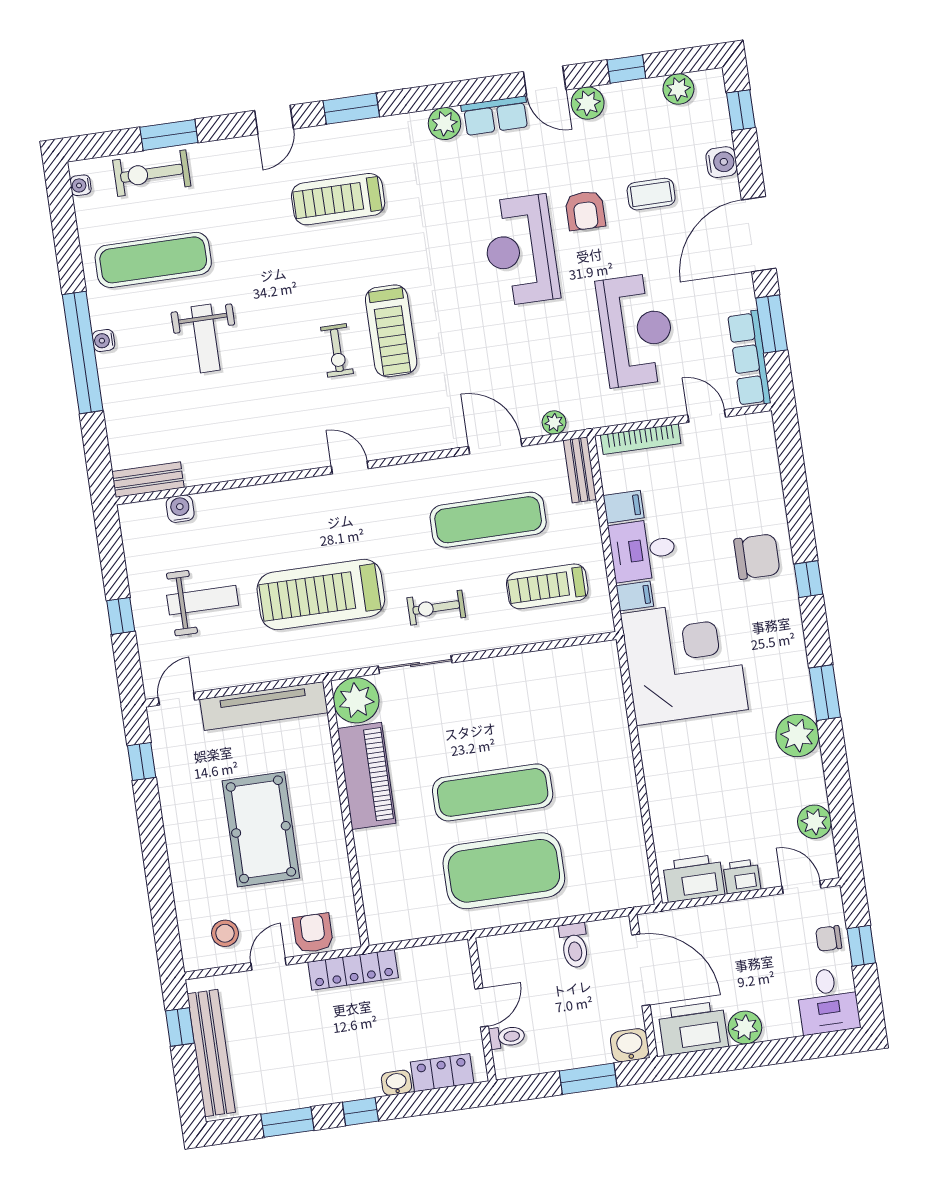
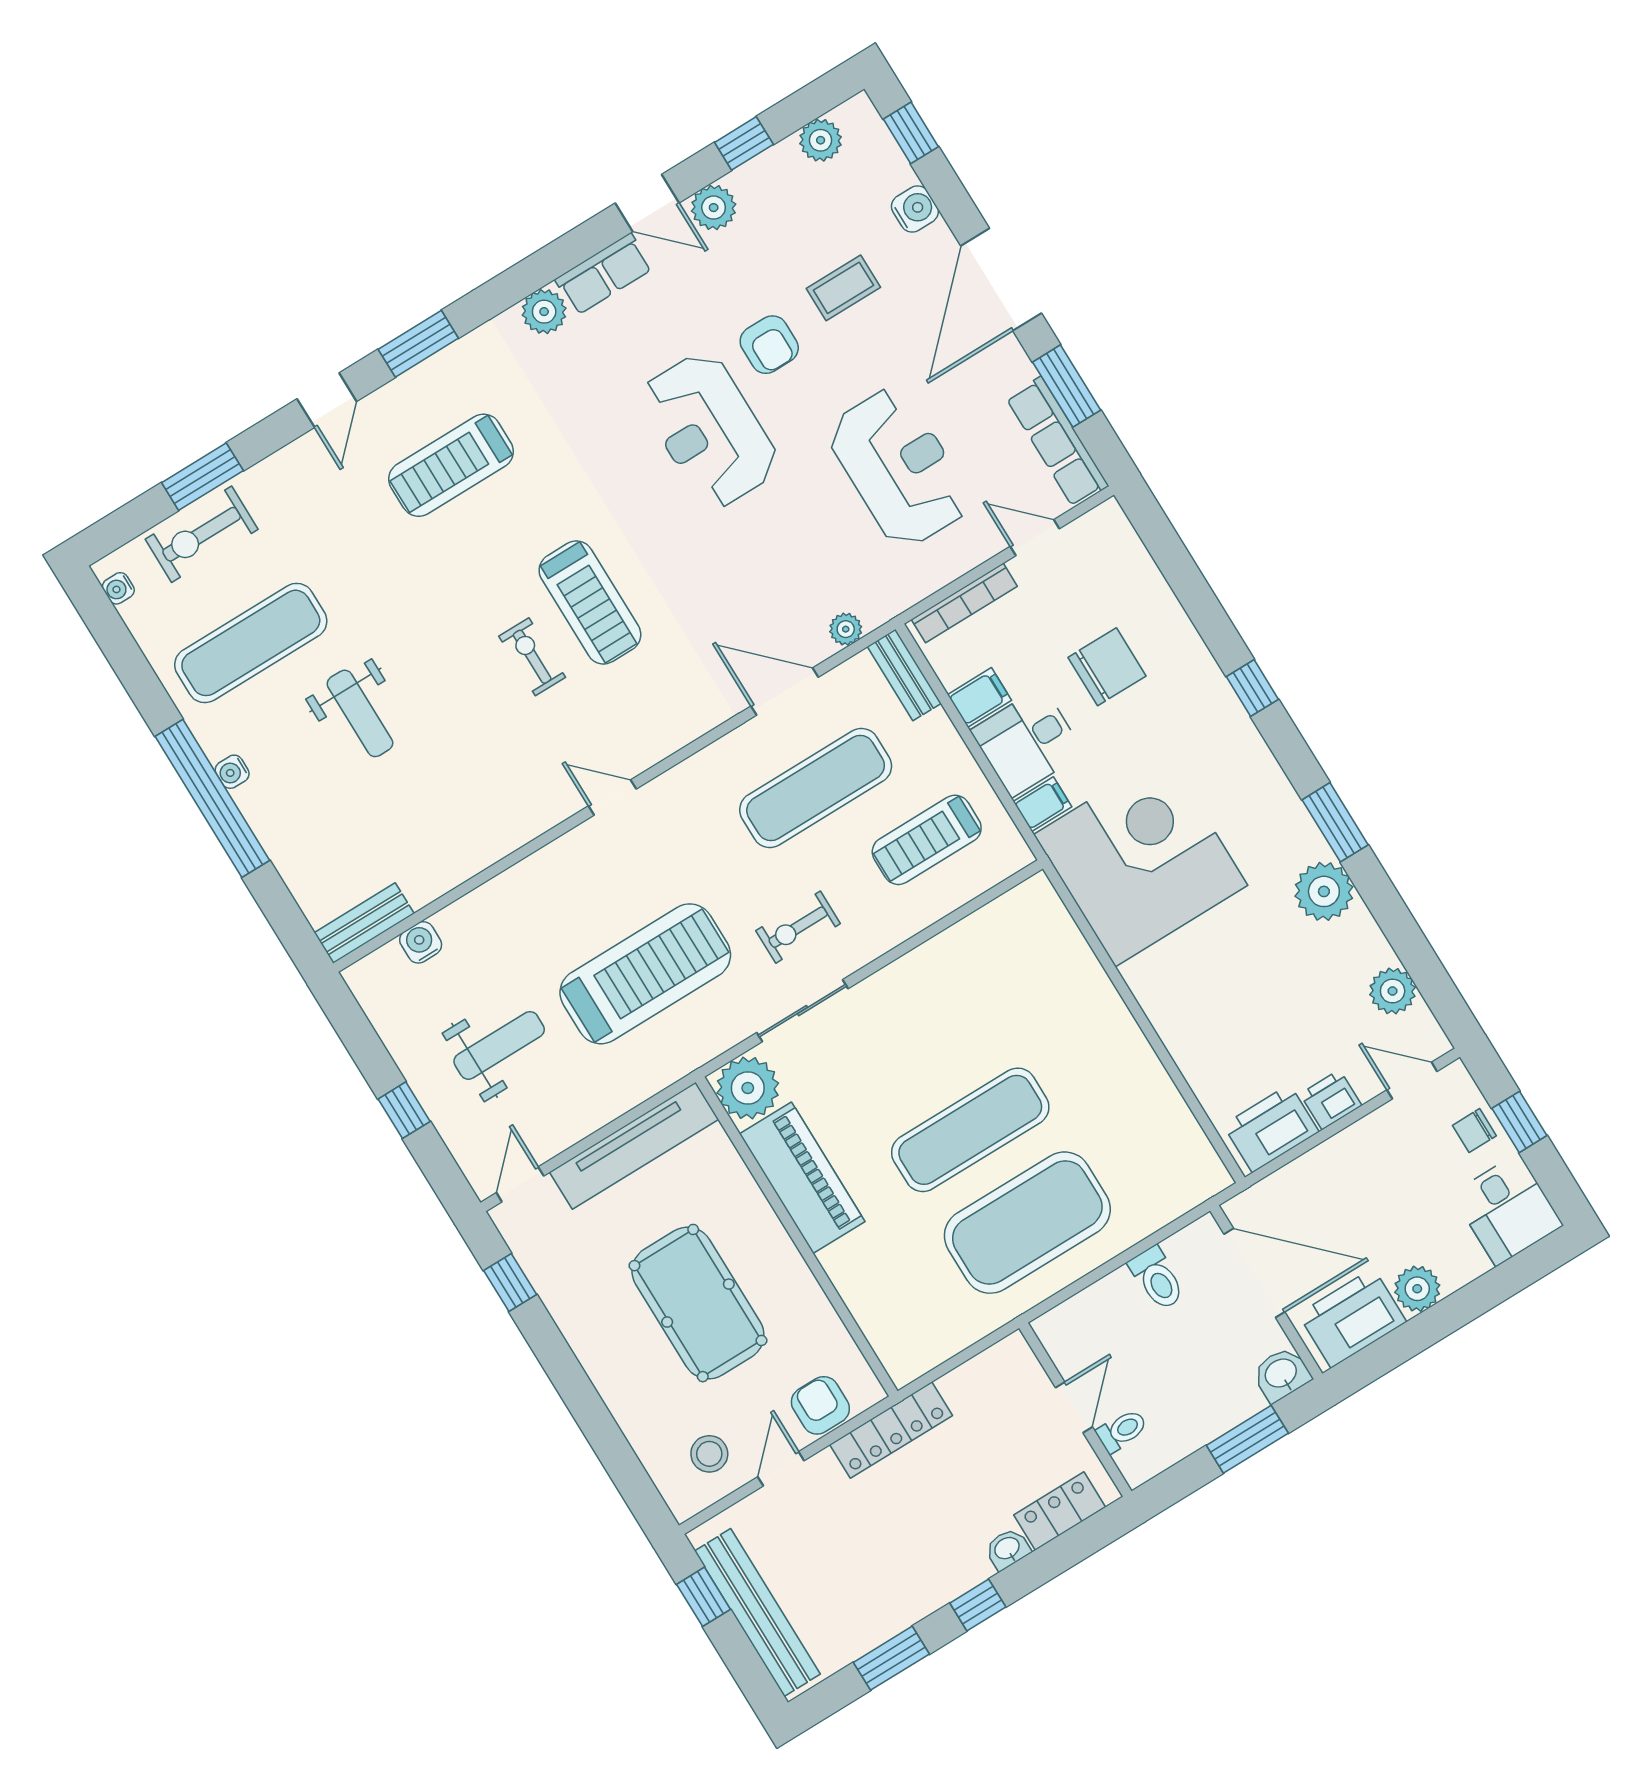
exercise bike: (337, 350) -> (532, 657), turned 180
chair: (757, 557) -> (1107, 667), moved
treadmill: (321, 595) -> (645, 974), turned 180

